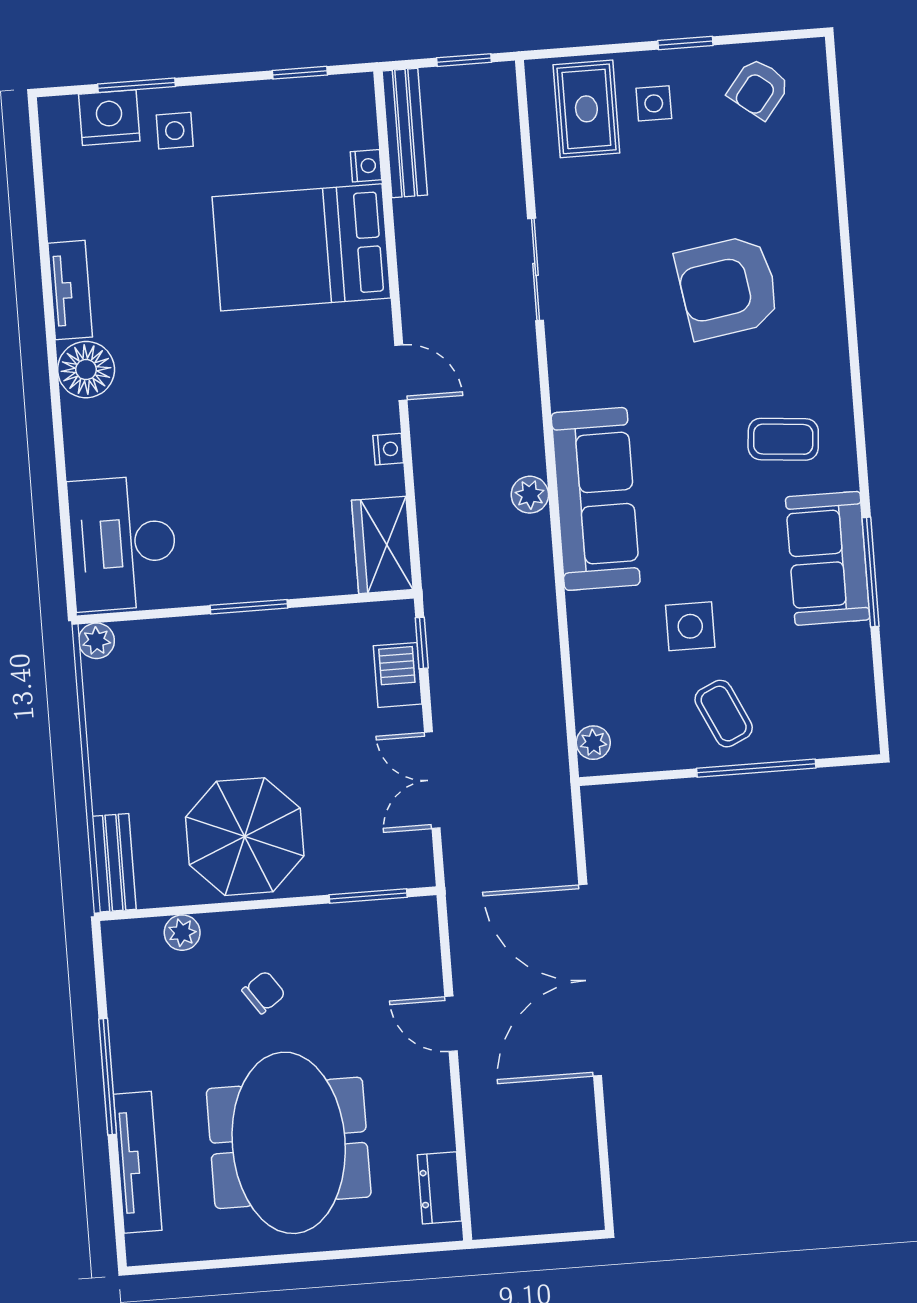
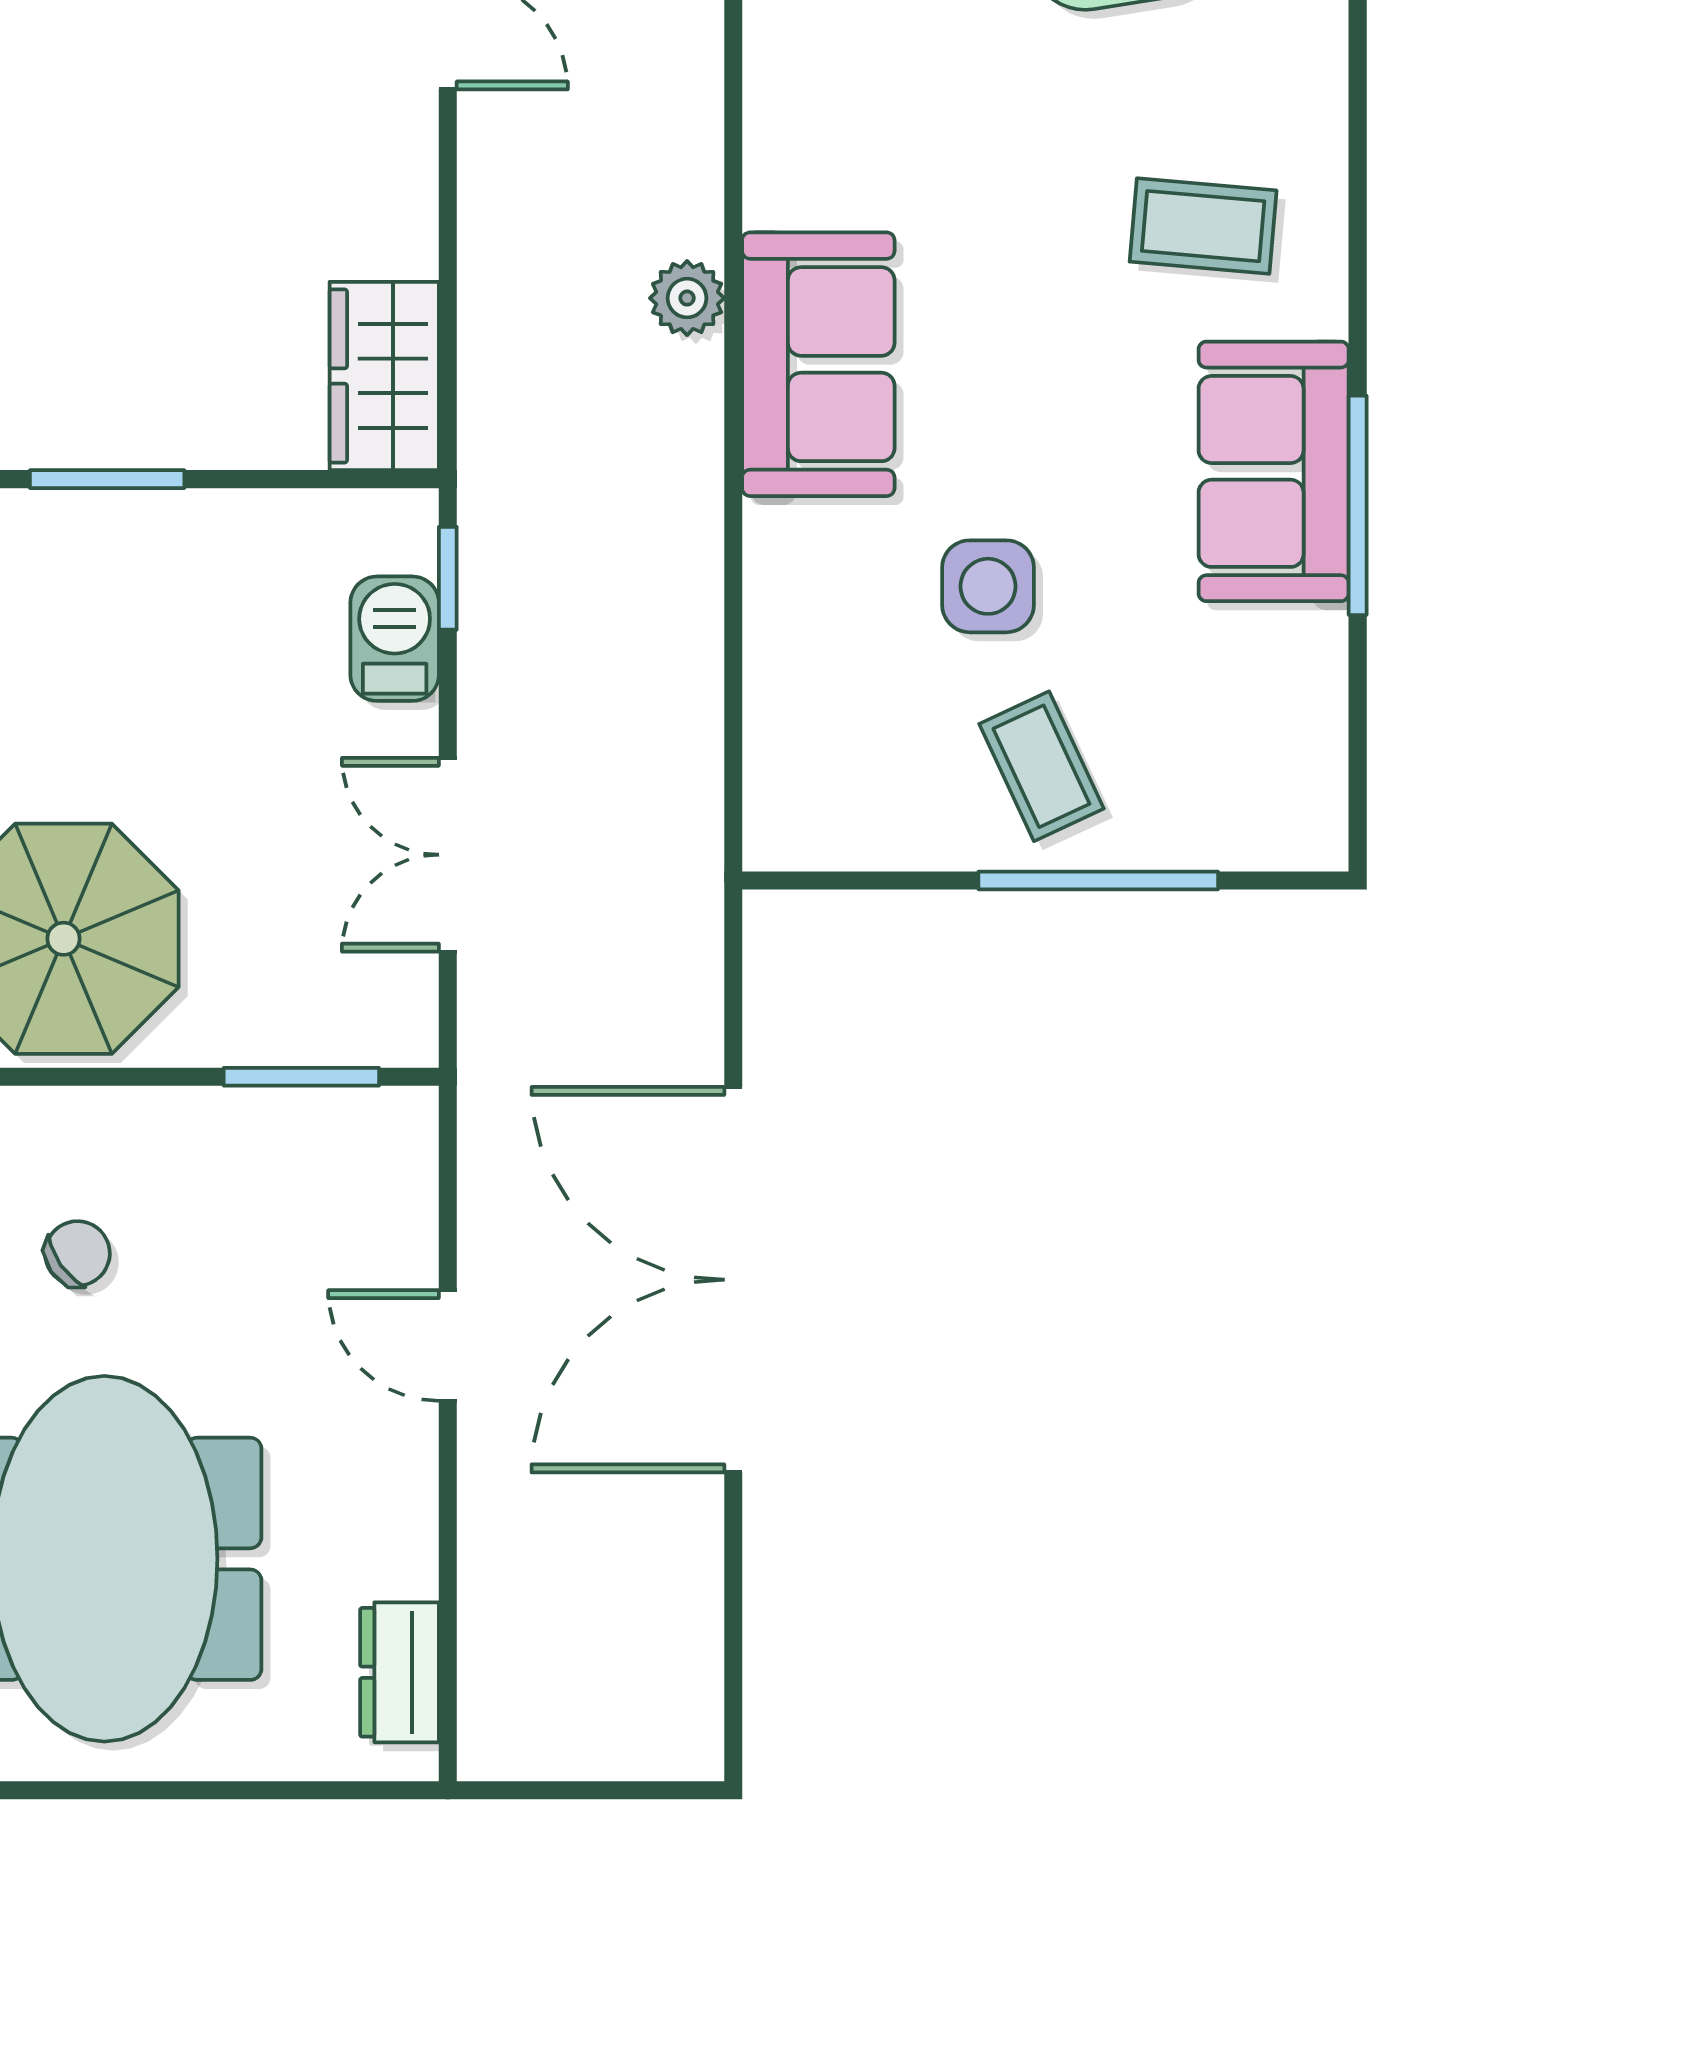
nightstand: (388, 449) -> (411, 185), removed
sofa: (596, 499) -> (818, 364), width x0.73
plant: (593, 743) -> (776, 804), removed

